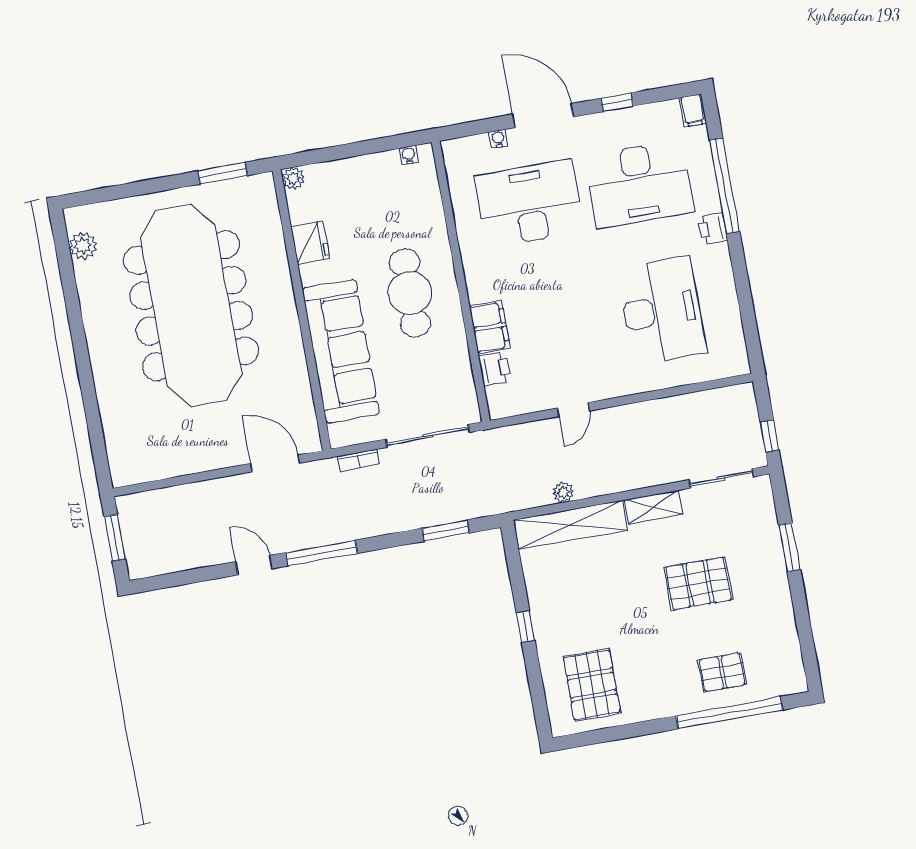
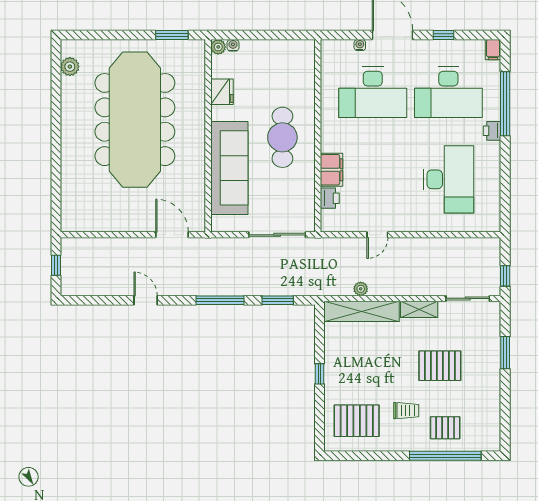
water cooler: (409, 155) -> (233, 45), moved
desk: (529, 204) -> (373, 92), turned 180
bookcase: (358, 460) -> (228, 243), removed
window: (115, 538) -> (56, 265), width x0.67
window: (322, 553) -> (220, 300), moved
trolley: (661, 657) -> (406, 411), added
pallet: (592, 685) -> (357, 421), turned 90

